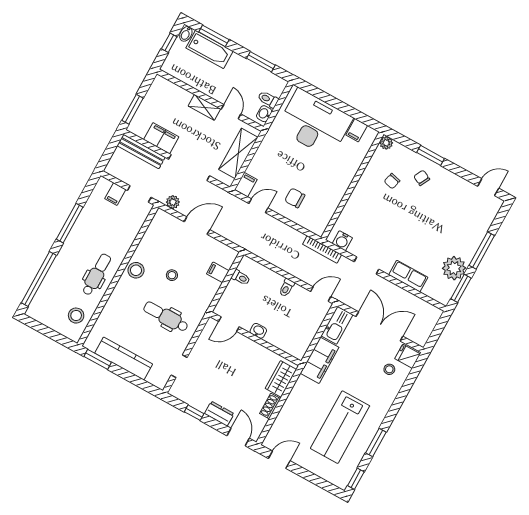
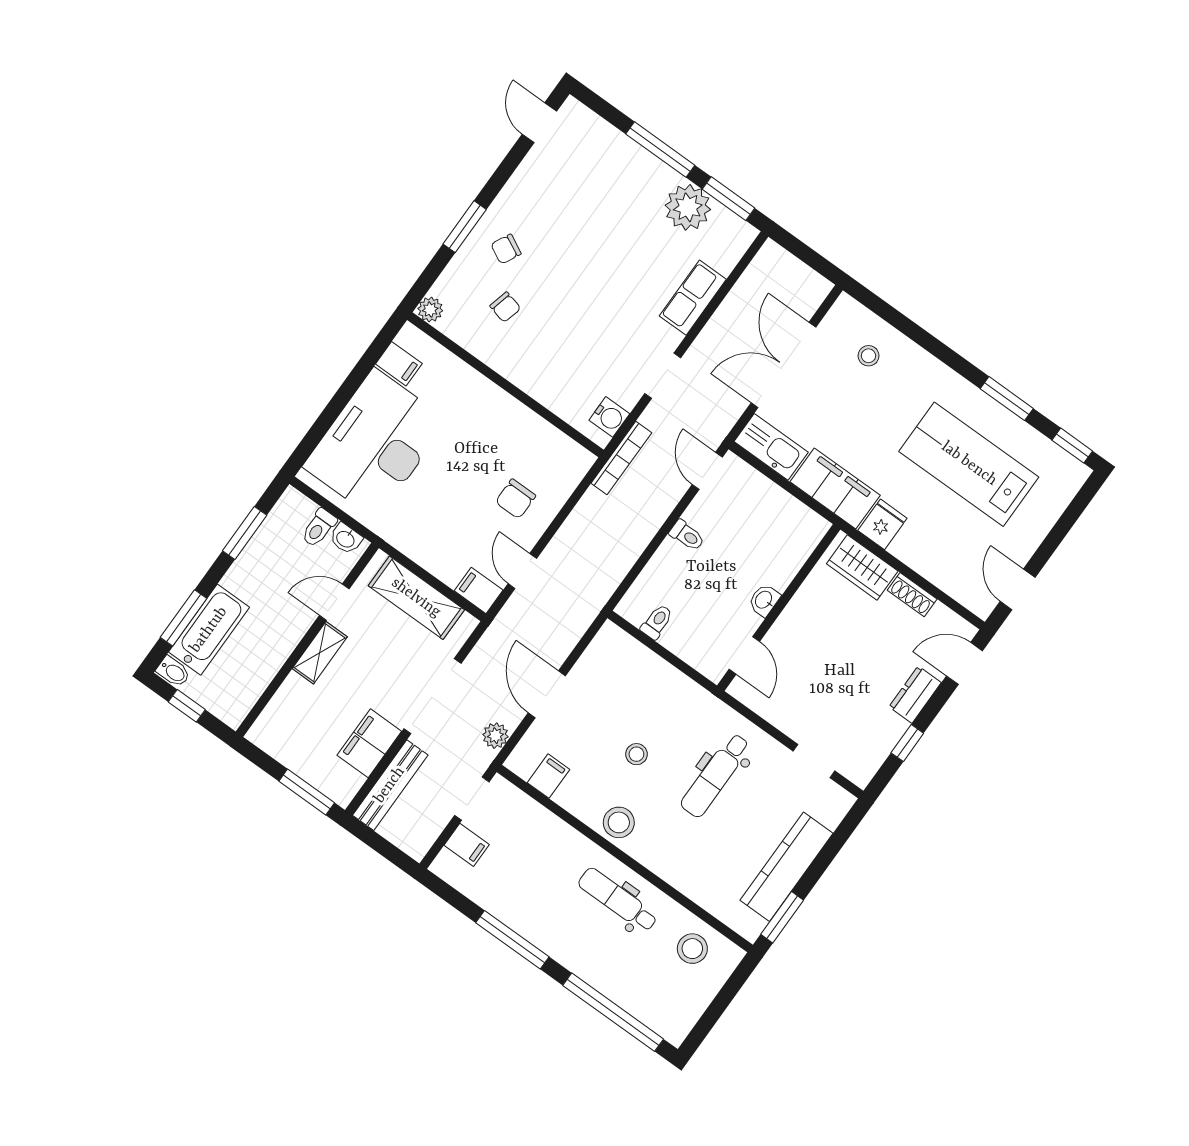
filing cabinet: (218, 272) -> (549, 776), moved, turned 180
fridge: (407, 356) -> (882, 524), moved, turned 180
lab bench: (340, 427) -> (969, 464), turned 180

